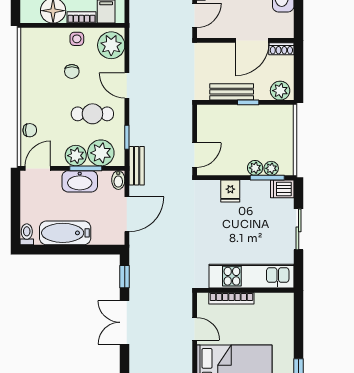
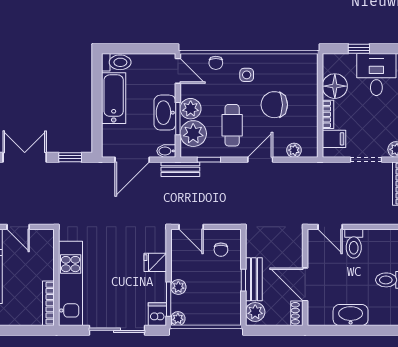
side table: (77, 39) -> (247, 75), moved
plant: (111, 45) -> (294, 150), width x0.53, depth x0.53
chair: (72, 71) -> (274, 105), width x1.87, depth x1.87
bench: (232, 92) -> (254, 279), moved
chair: (217, 125) -> (221, 250), added
plant: (271, 168) -> (178, 319), moved
door: (127, 214) -> (132, 160), hinge flipped
sliding door: (299, 229) -> (117, 330), width x1.37
toilet: (27, 234) -> (116, 62), width x1.37, depth x1.39
bookcase: (231, 298) -> (48, 303), moved
door: (195, 329) -> (18, 227), hinge flipped

